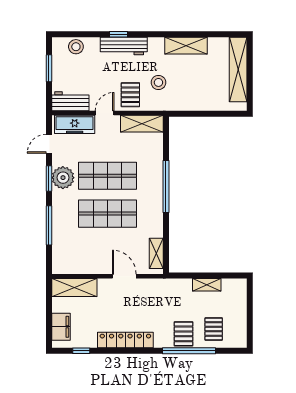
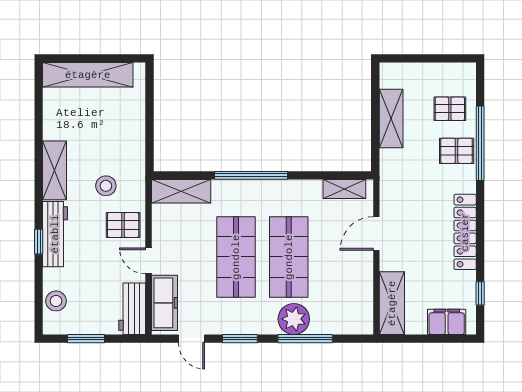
shelving: (186, 46) -> (54, 170), moved
shelving: (142, 124) -> (181, 191), moved, turned 90
plant: (63, 178) -> (294, 319), moved
shelving: (207, 285) -> (391, 119), width x1.50, depth x1.33

